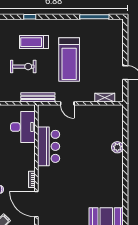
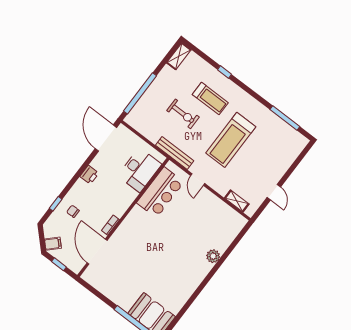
treadmill: (34, 42) -> (210, 99), turned 180
bar counter: (49, 146) -> (160, 192), moved

